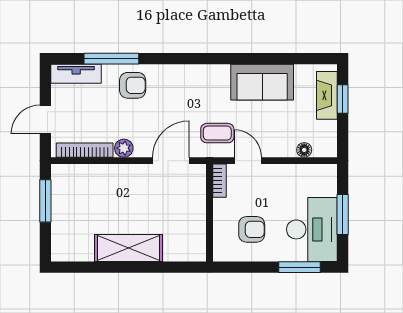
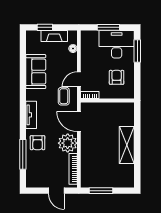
tv unit: (76, 74) -> (31, 115), moved
armchair: (133, 85) -> (38, 143), turned 180
fireplace: (327, 95) -> (54, 36), moved
plant: (124, 148) -> (68, 143), width x1.88, depth x1.88

